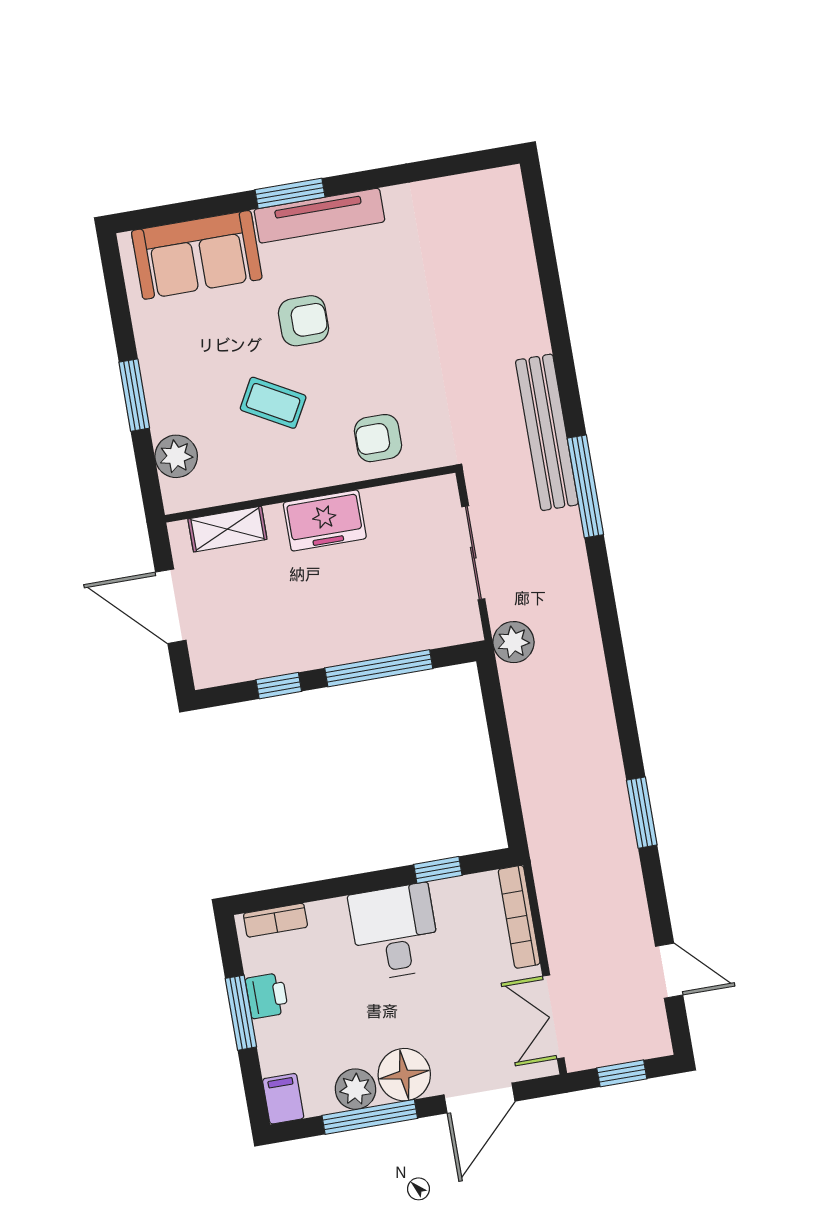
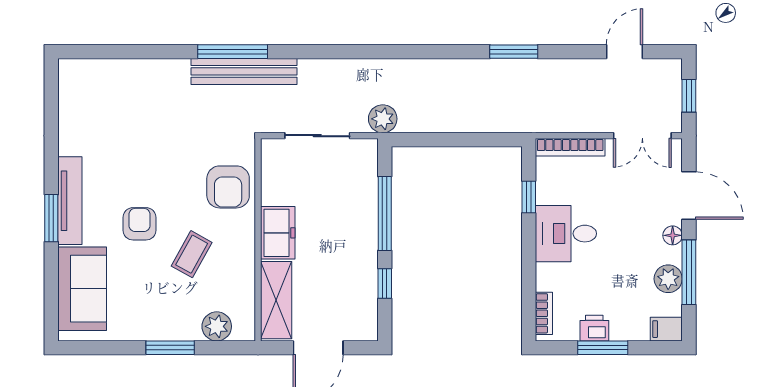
armchair: (378, 438) -> (228, 187), width x1.38, depth x1.38
window: (585, 486) -> (233, 52), moved
shelving: (227, 529) -> (276, 300), width x1.50, depth x1.33
floor lamp: (404, 1075) -> (673, 235), width x0.53, depth x0.53

